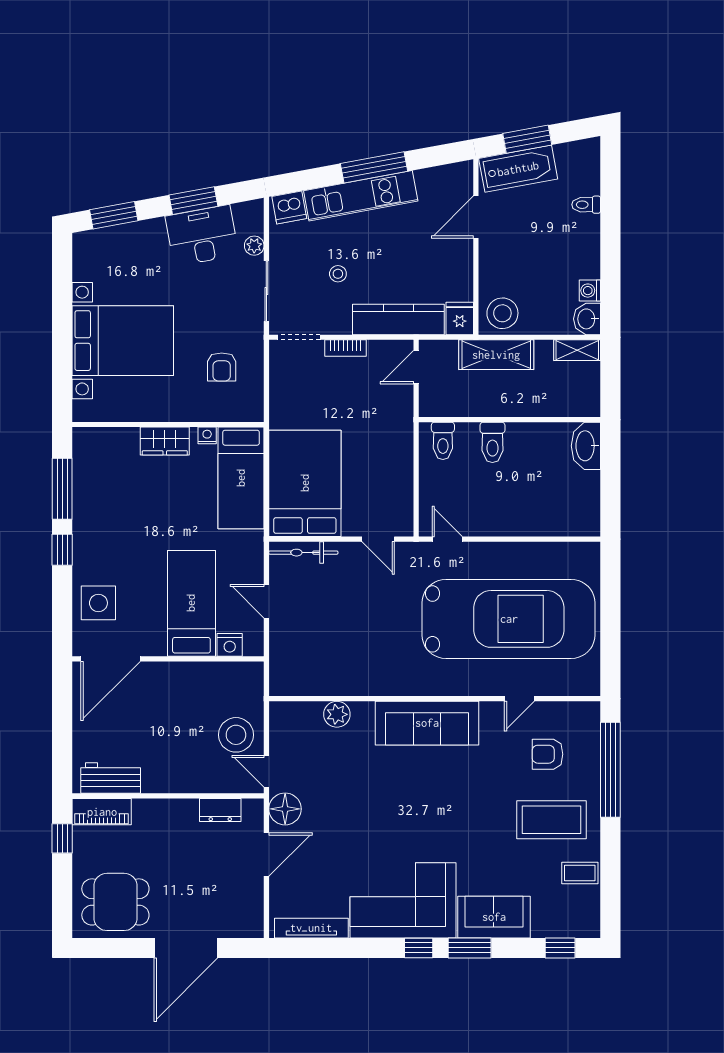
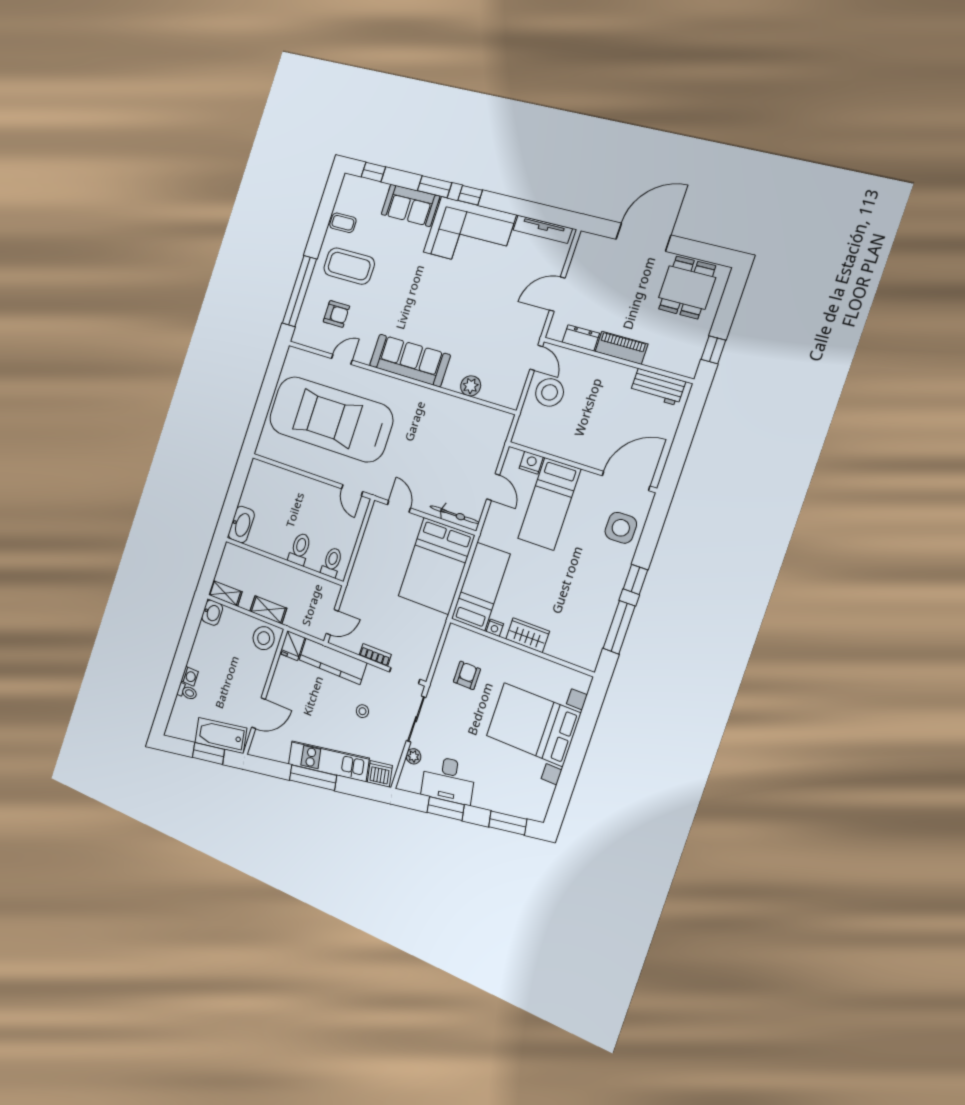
washing machine: (590, 291) -> (190, 676), moved
shelving: (496, 355) -> (268, 610), width x0.67, depth x0.75
floor lamp: (285, 809) -> (532, 325), removed
piano: (102, 812) -> (621, 348), moved
dining table: (115, 902) -> (687, 288), turned 90

